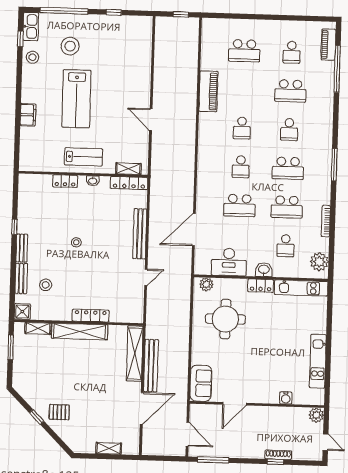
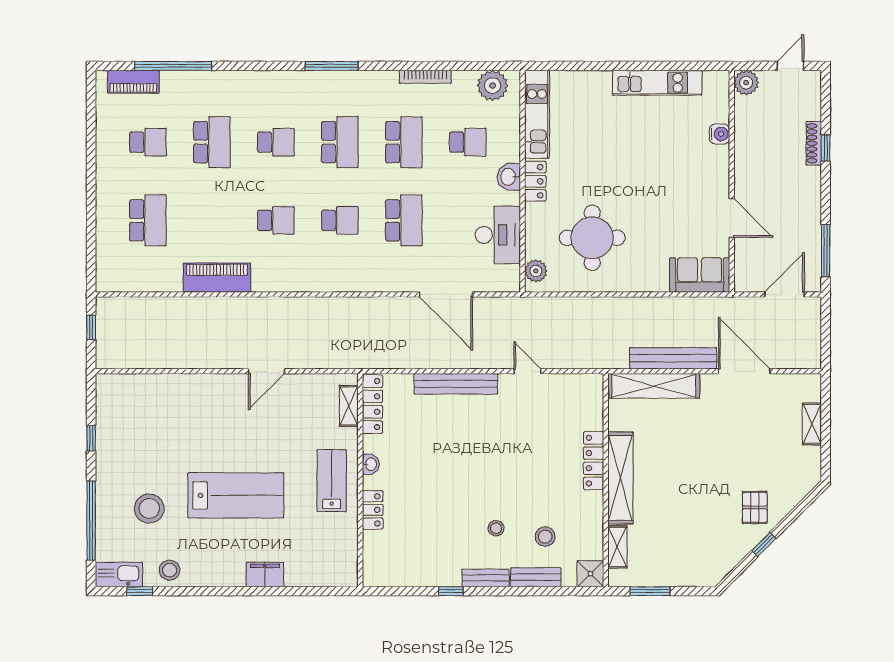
stool: (76, 242) -> (496, 528), moved

